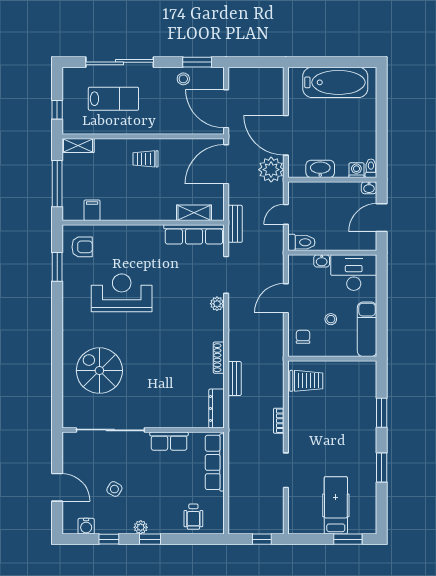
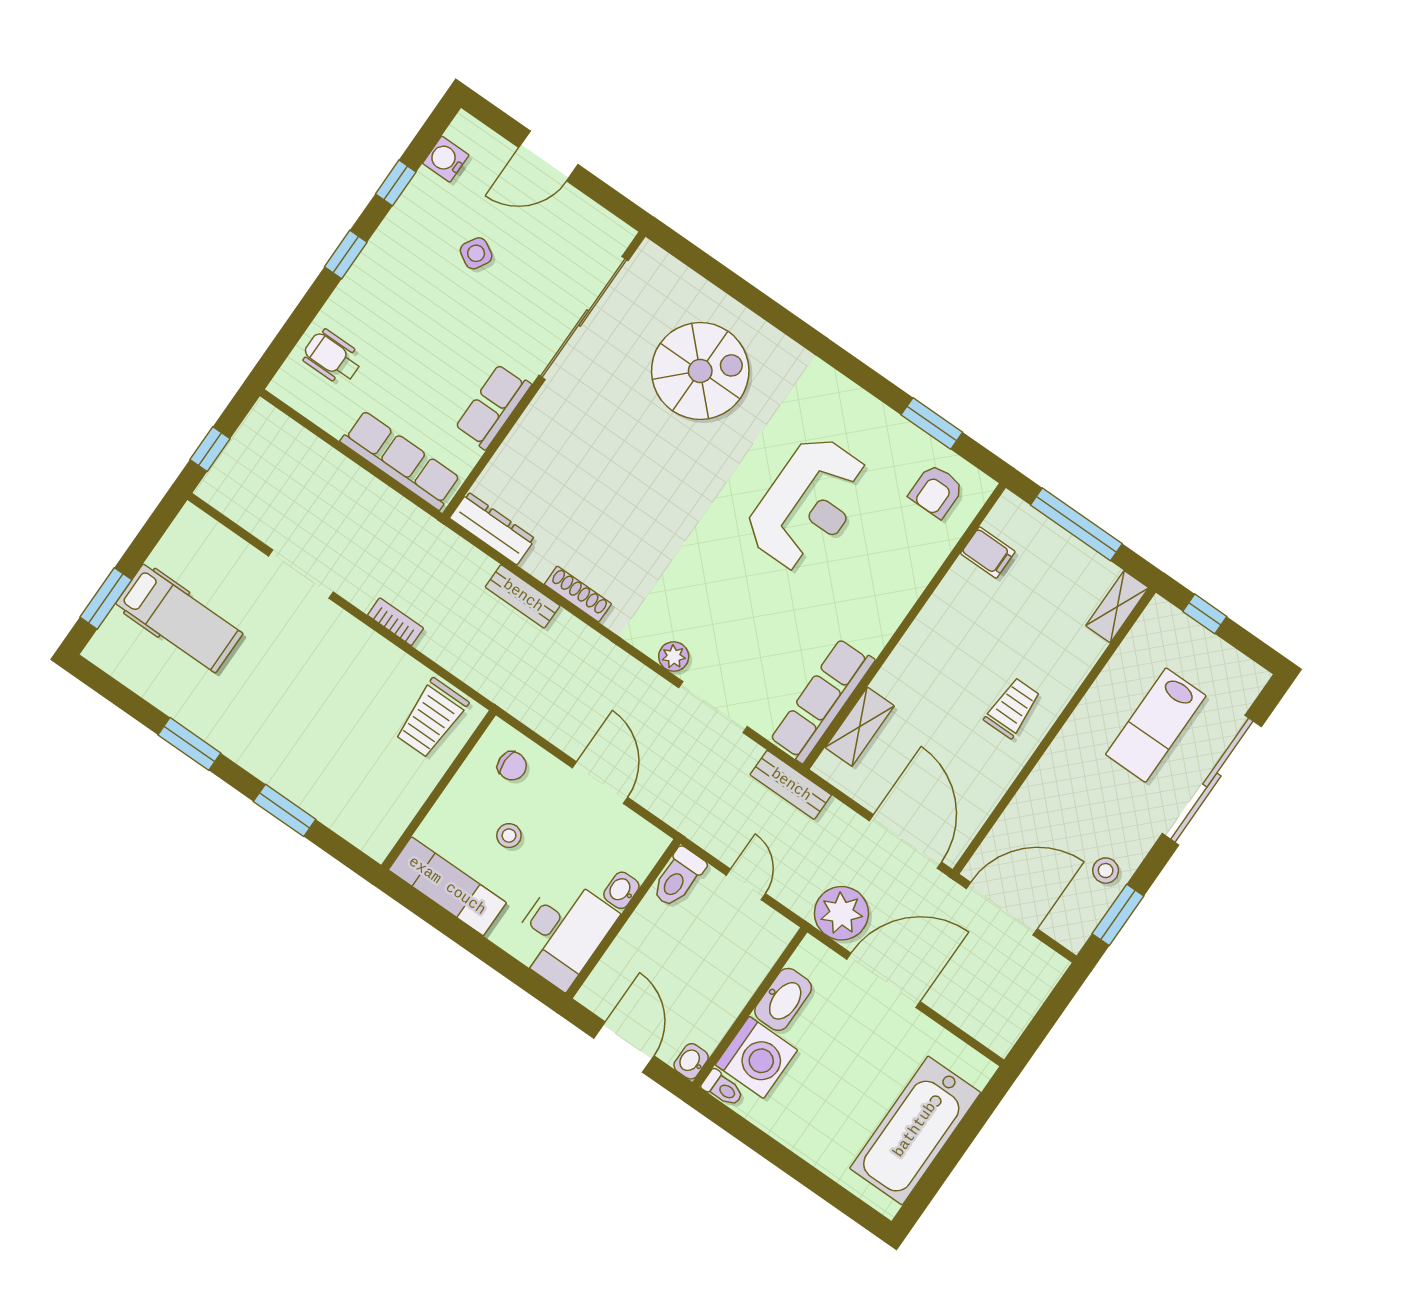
washing machine: (356, 170) -> (756, 1057), width x1.89, depth x1.89
plant: (141, 527) -> (378, 253), removed

